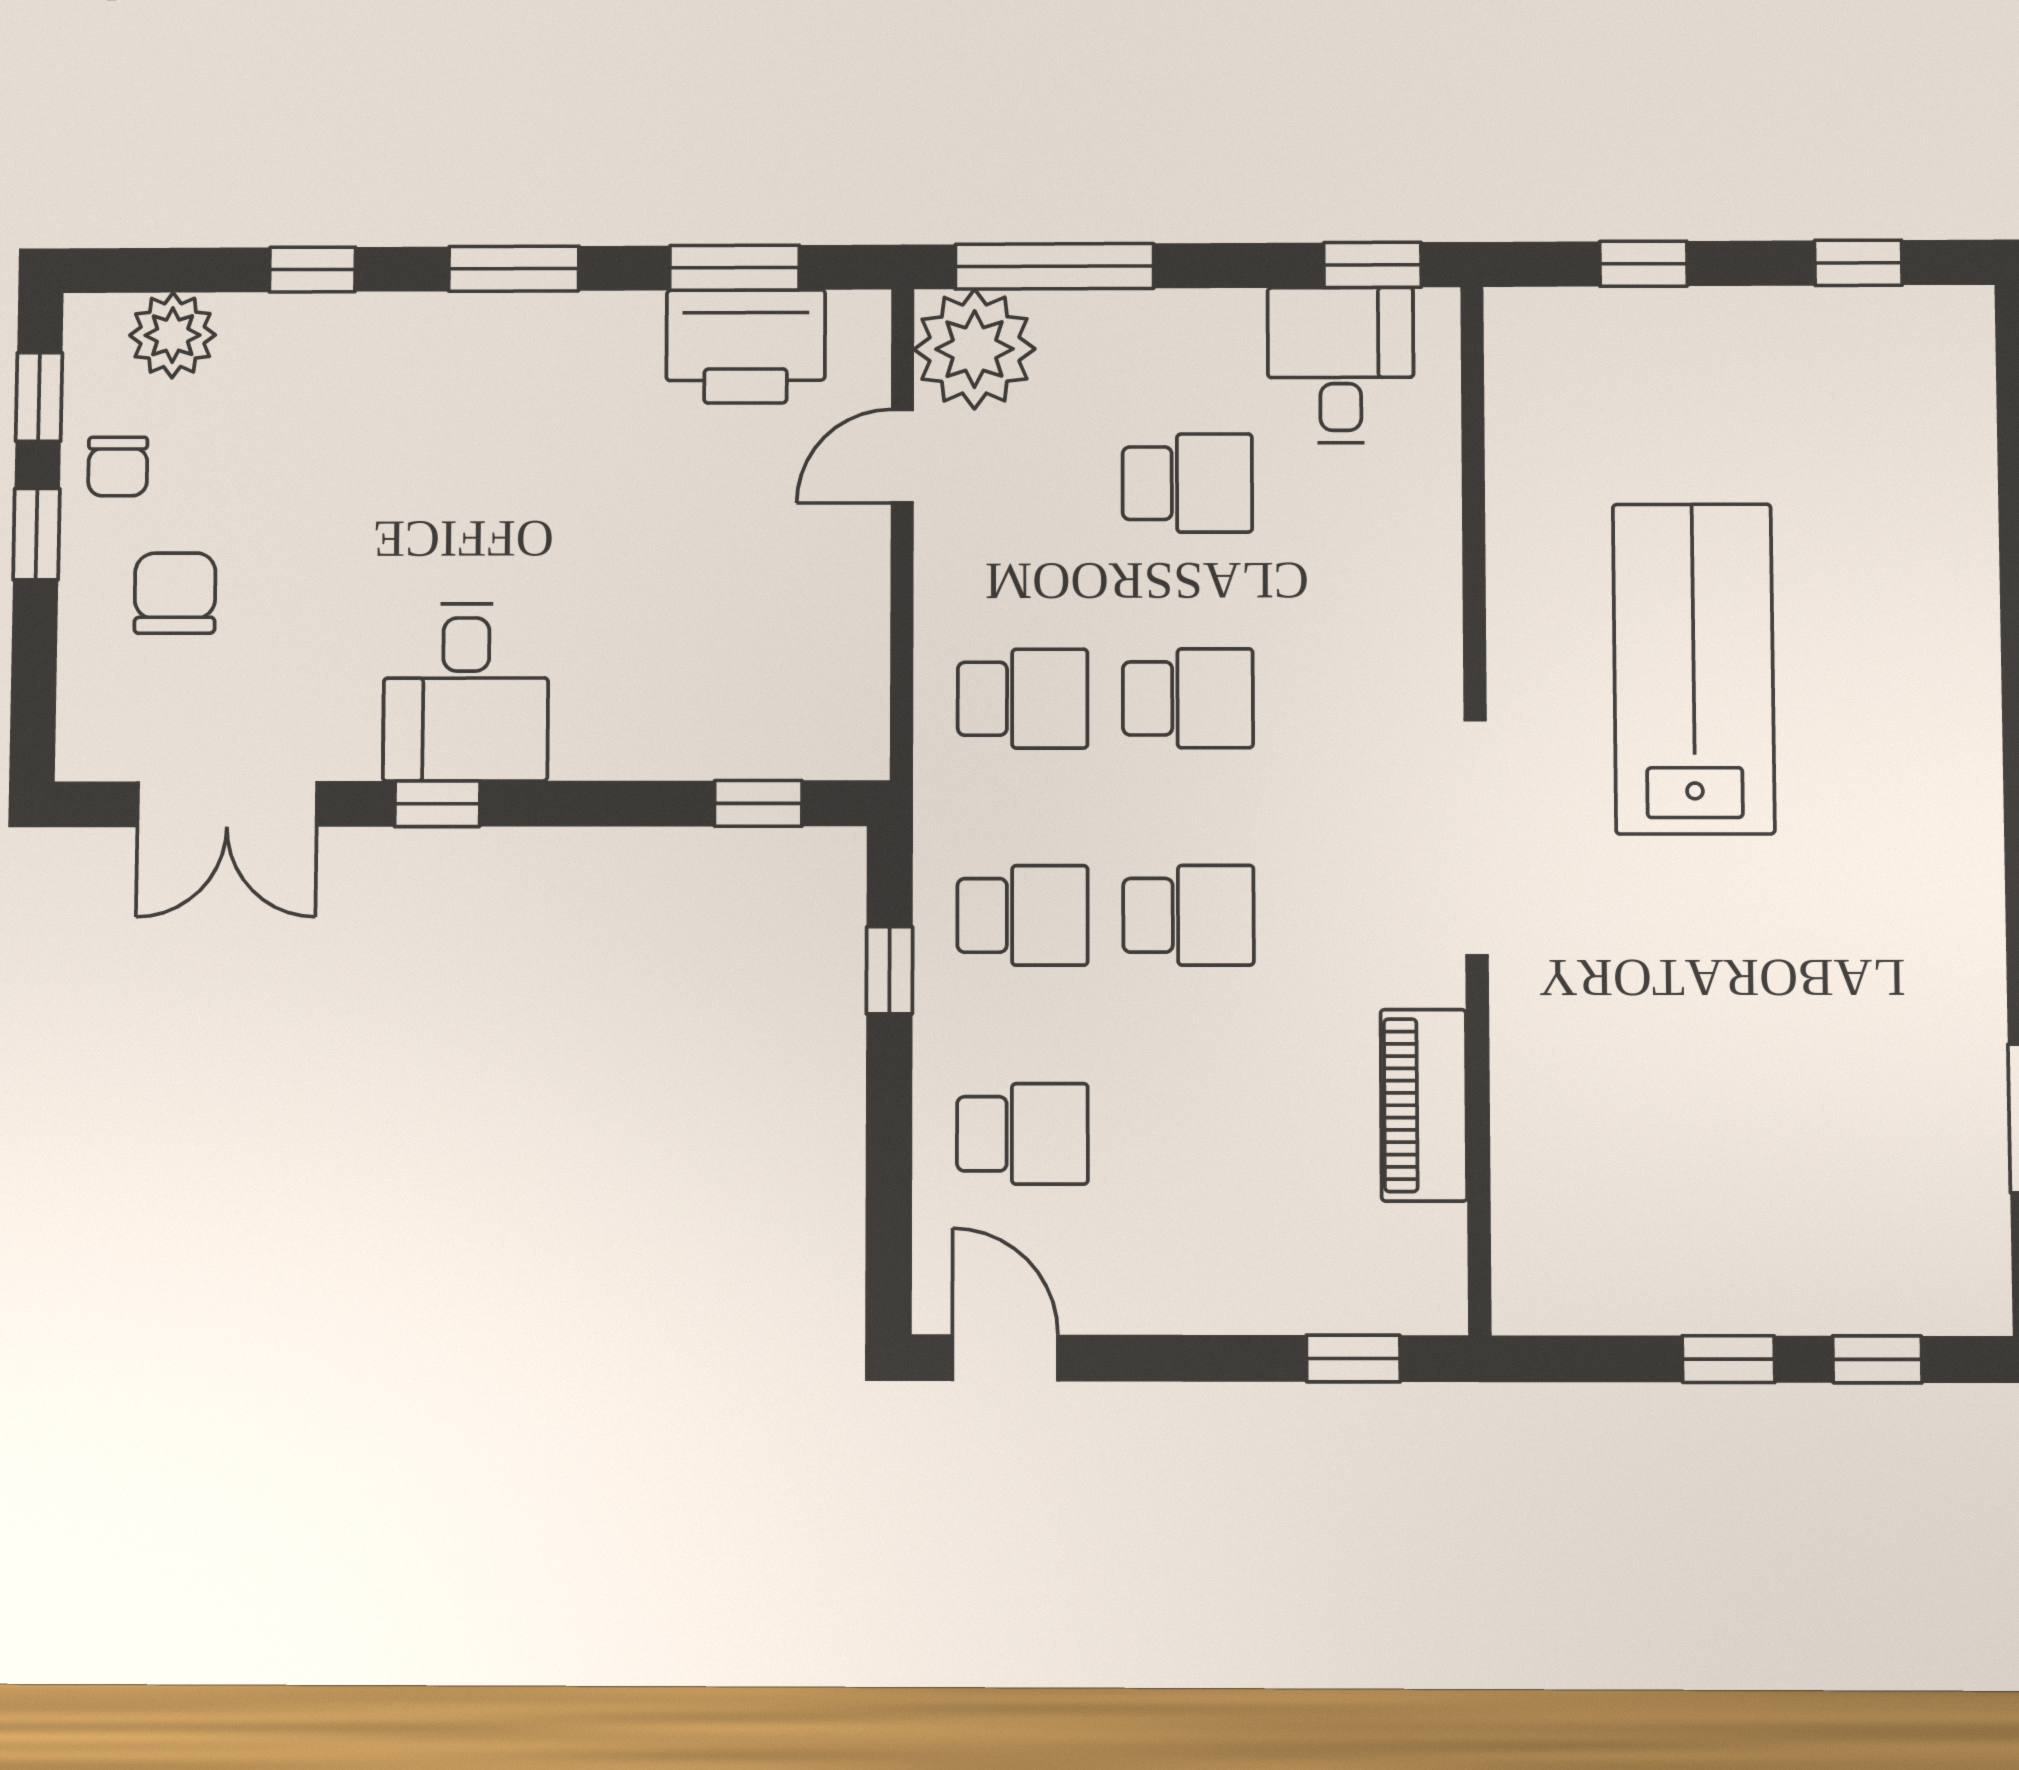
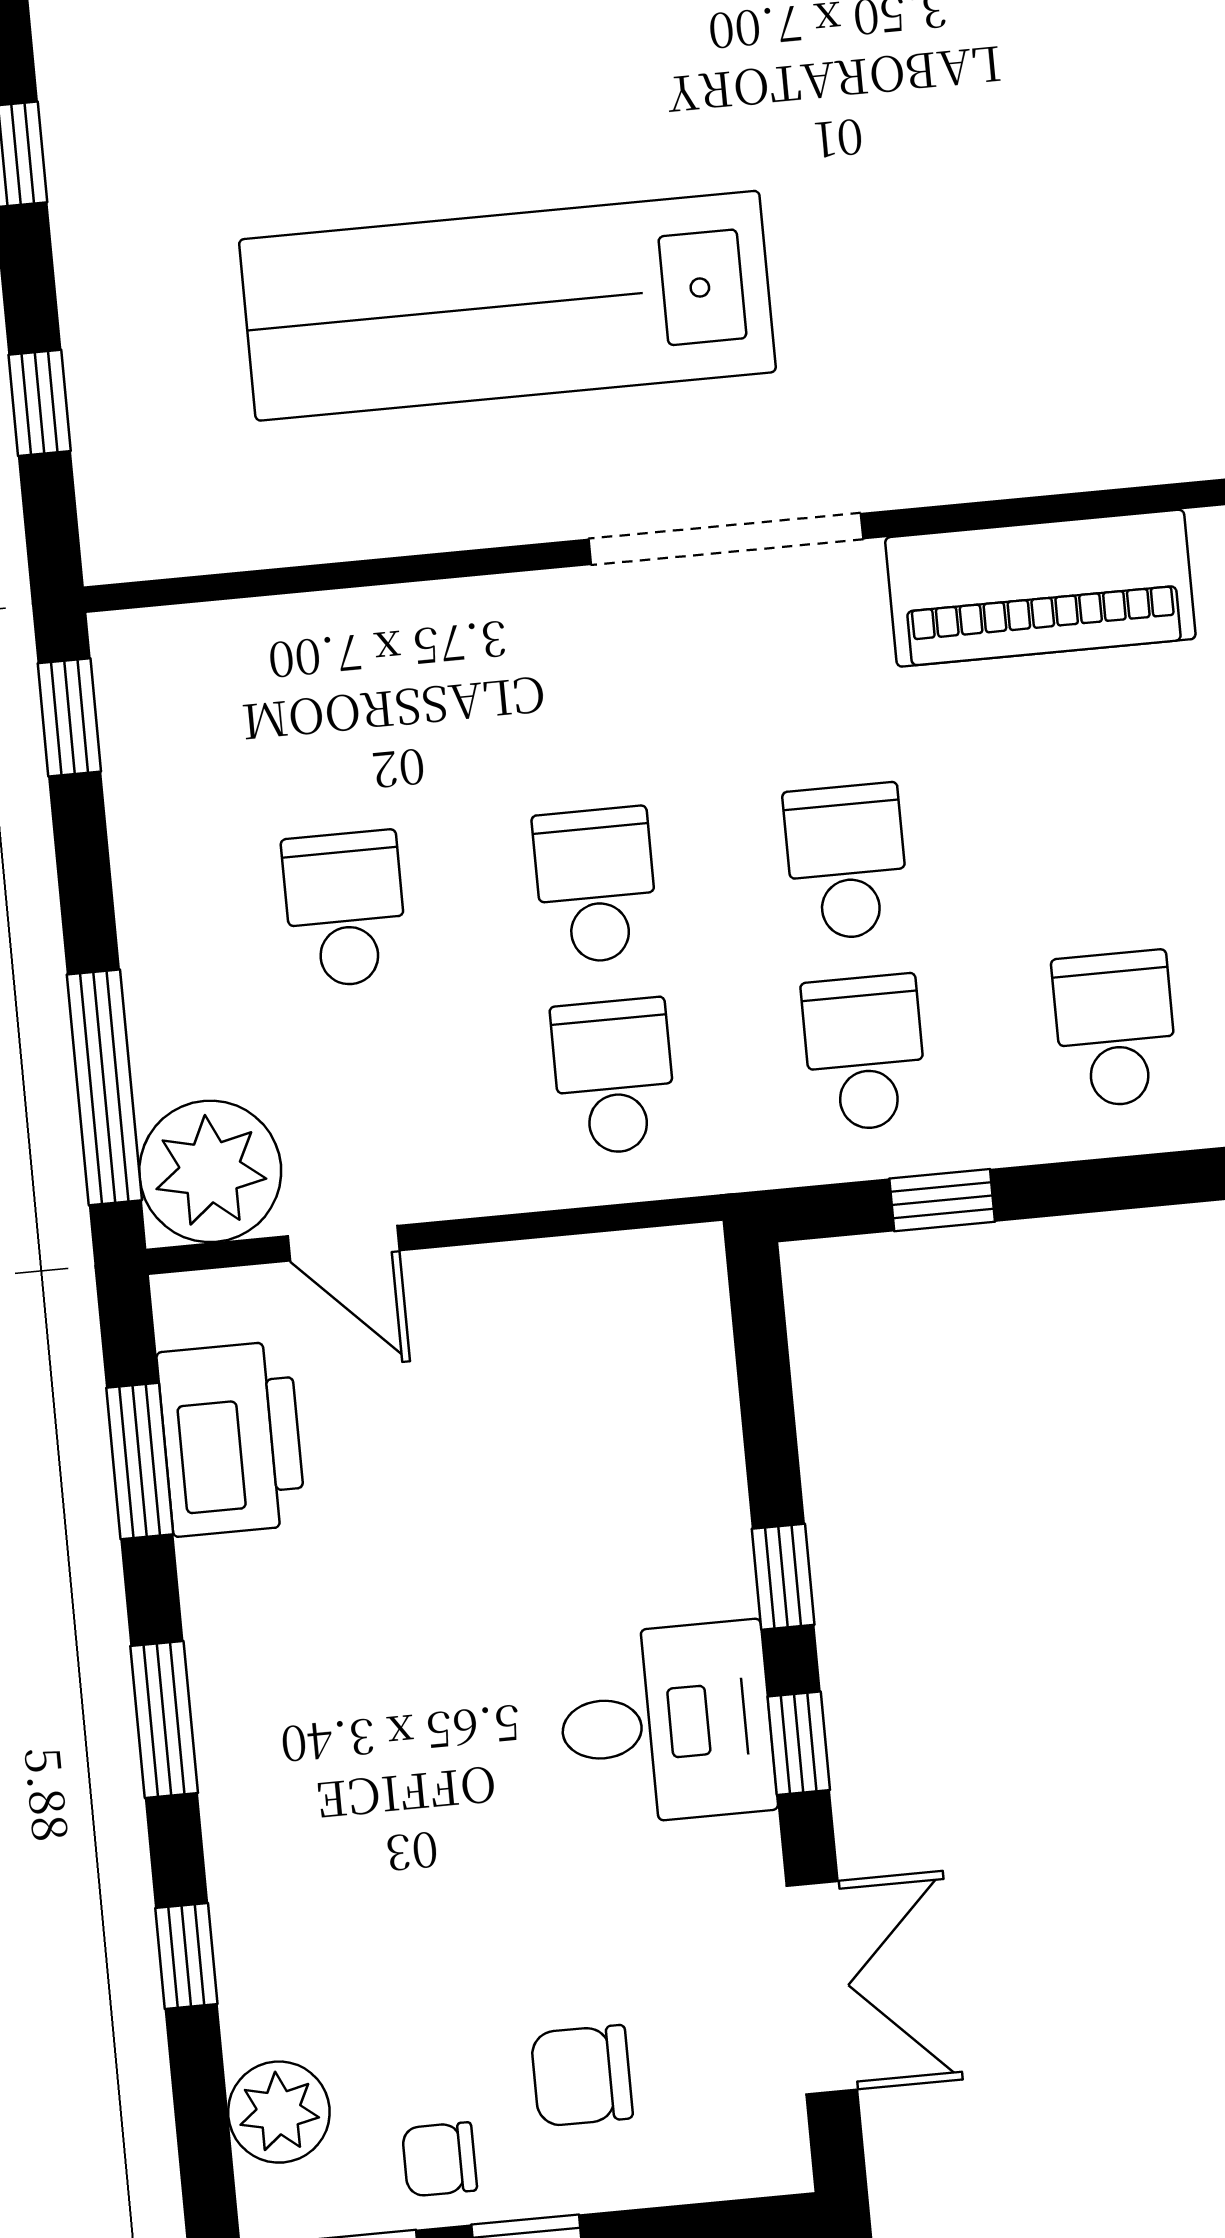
desk: (1341, 365) -> (190, 744), removed
chair: (118, 467) -> (439, 2159), turned 180
lab bench: (1694, 669) -> (507, 306), width x1.36
window: (758, 803) -> (783, 1577), moved
piano: (1424, 1105) -> (1040, 588), width x1.37, depth x1.33

